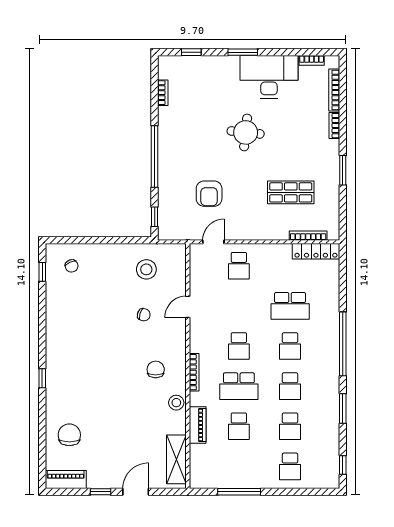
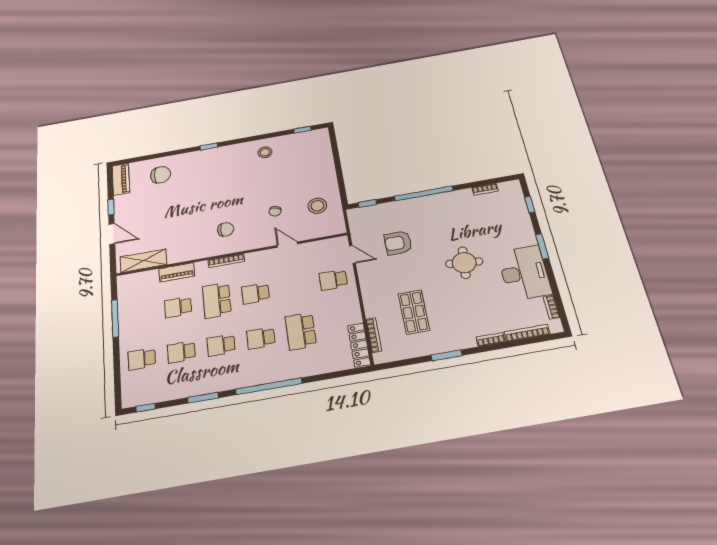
chair: (72, 266) -> (311, 150), removed
stool: (176, 403) -> (265, 152), moved

